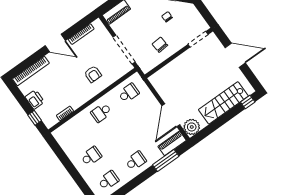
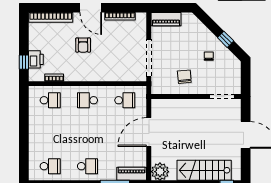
armchair: (93, 74) -> (83, 45), moved
printer: (35, 99) -> (36, 59), moved
door: (171, 115) -> (149, 132), moved
school desk: (91, 156) -> (50, 100), moved

